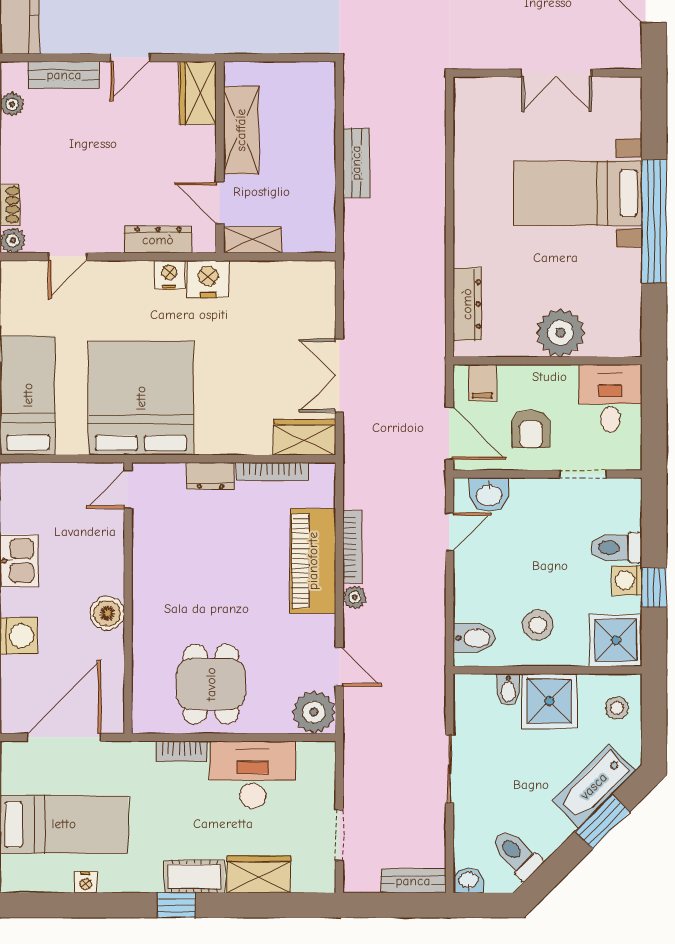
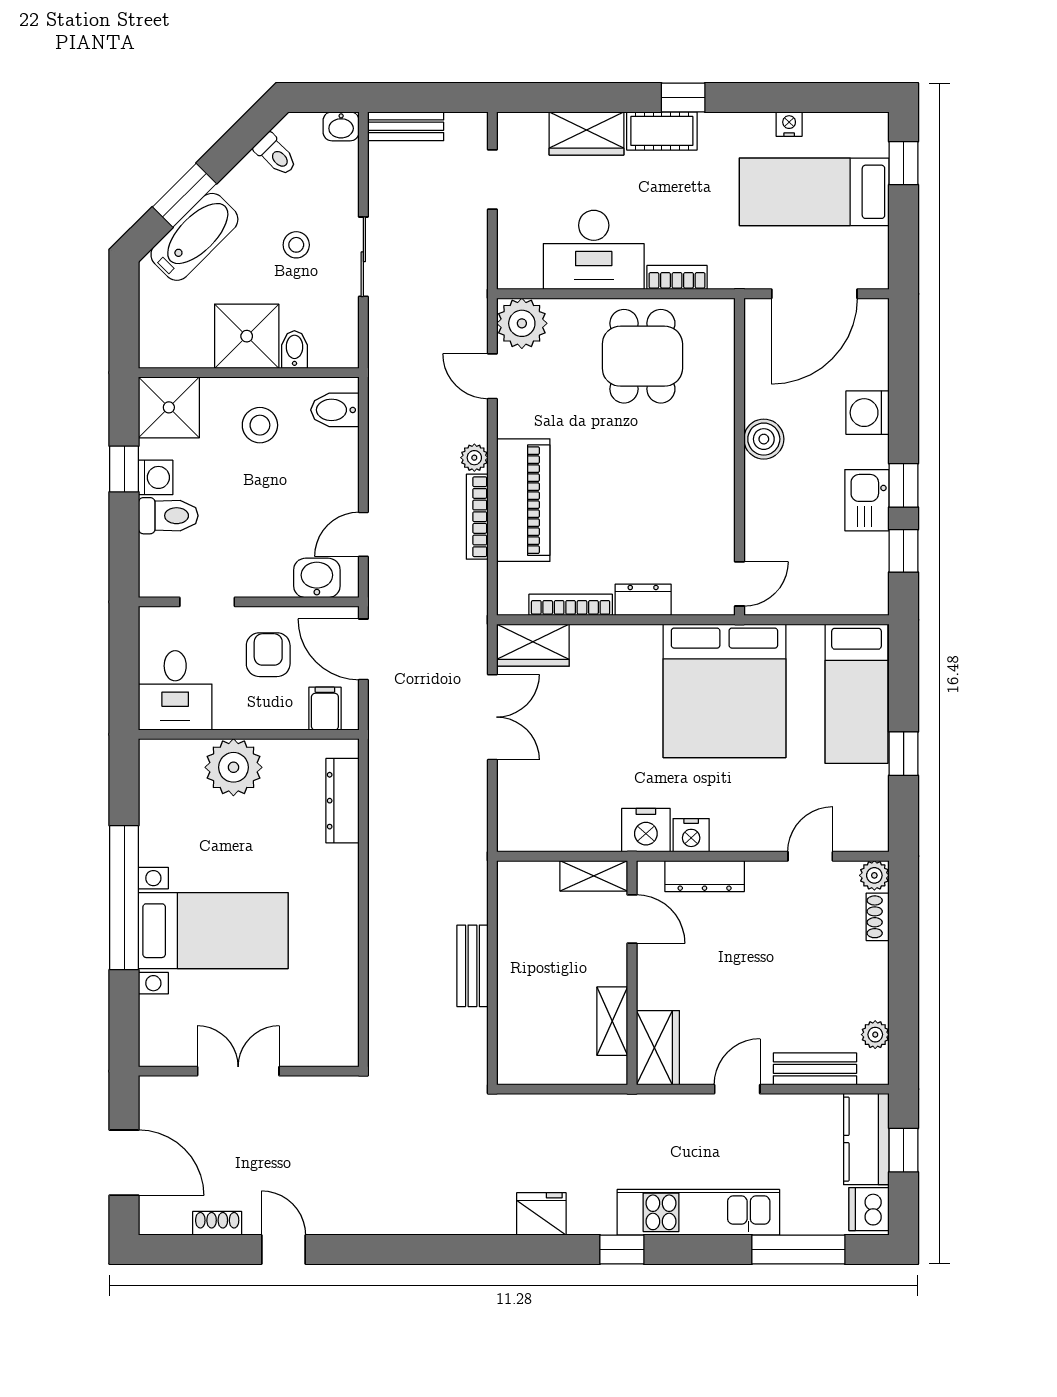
shelving: (241, 130) -> (612, 1021), width x0.67, depth x0.75
stool: (617, 708) -> (296, 245), moved
toilet: (517, 854) -> (276, 155), width x0.73, depth x0.72

